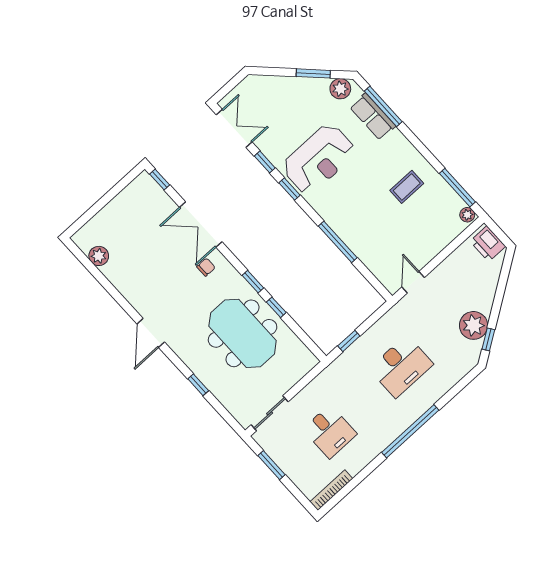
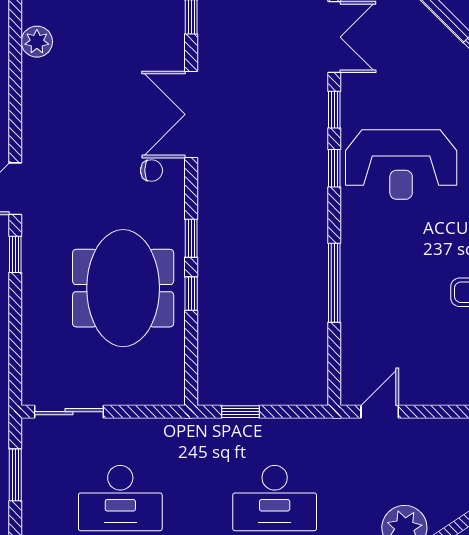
window: (198, 385) -> (15, 254), moved
desk: (330, 432) -> (120, 498), width x1.37

